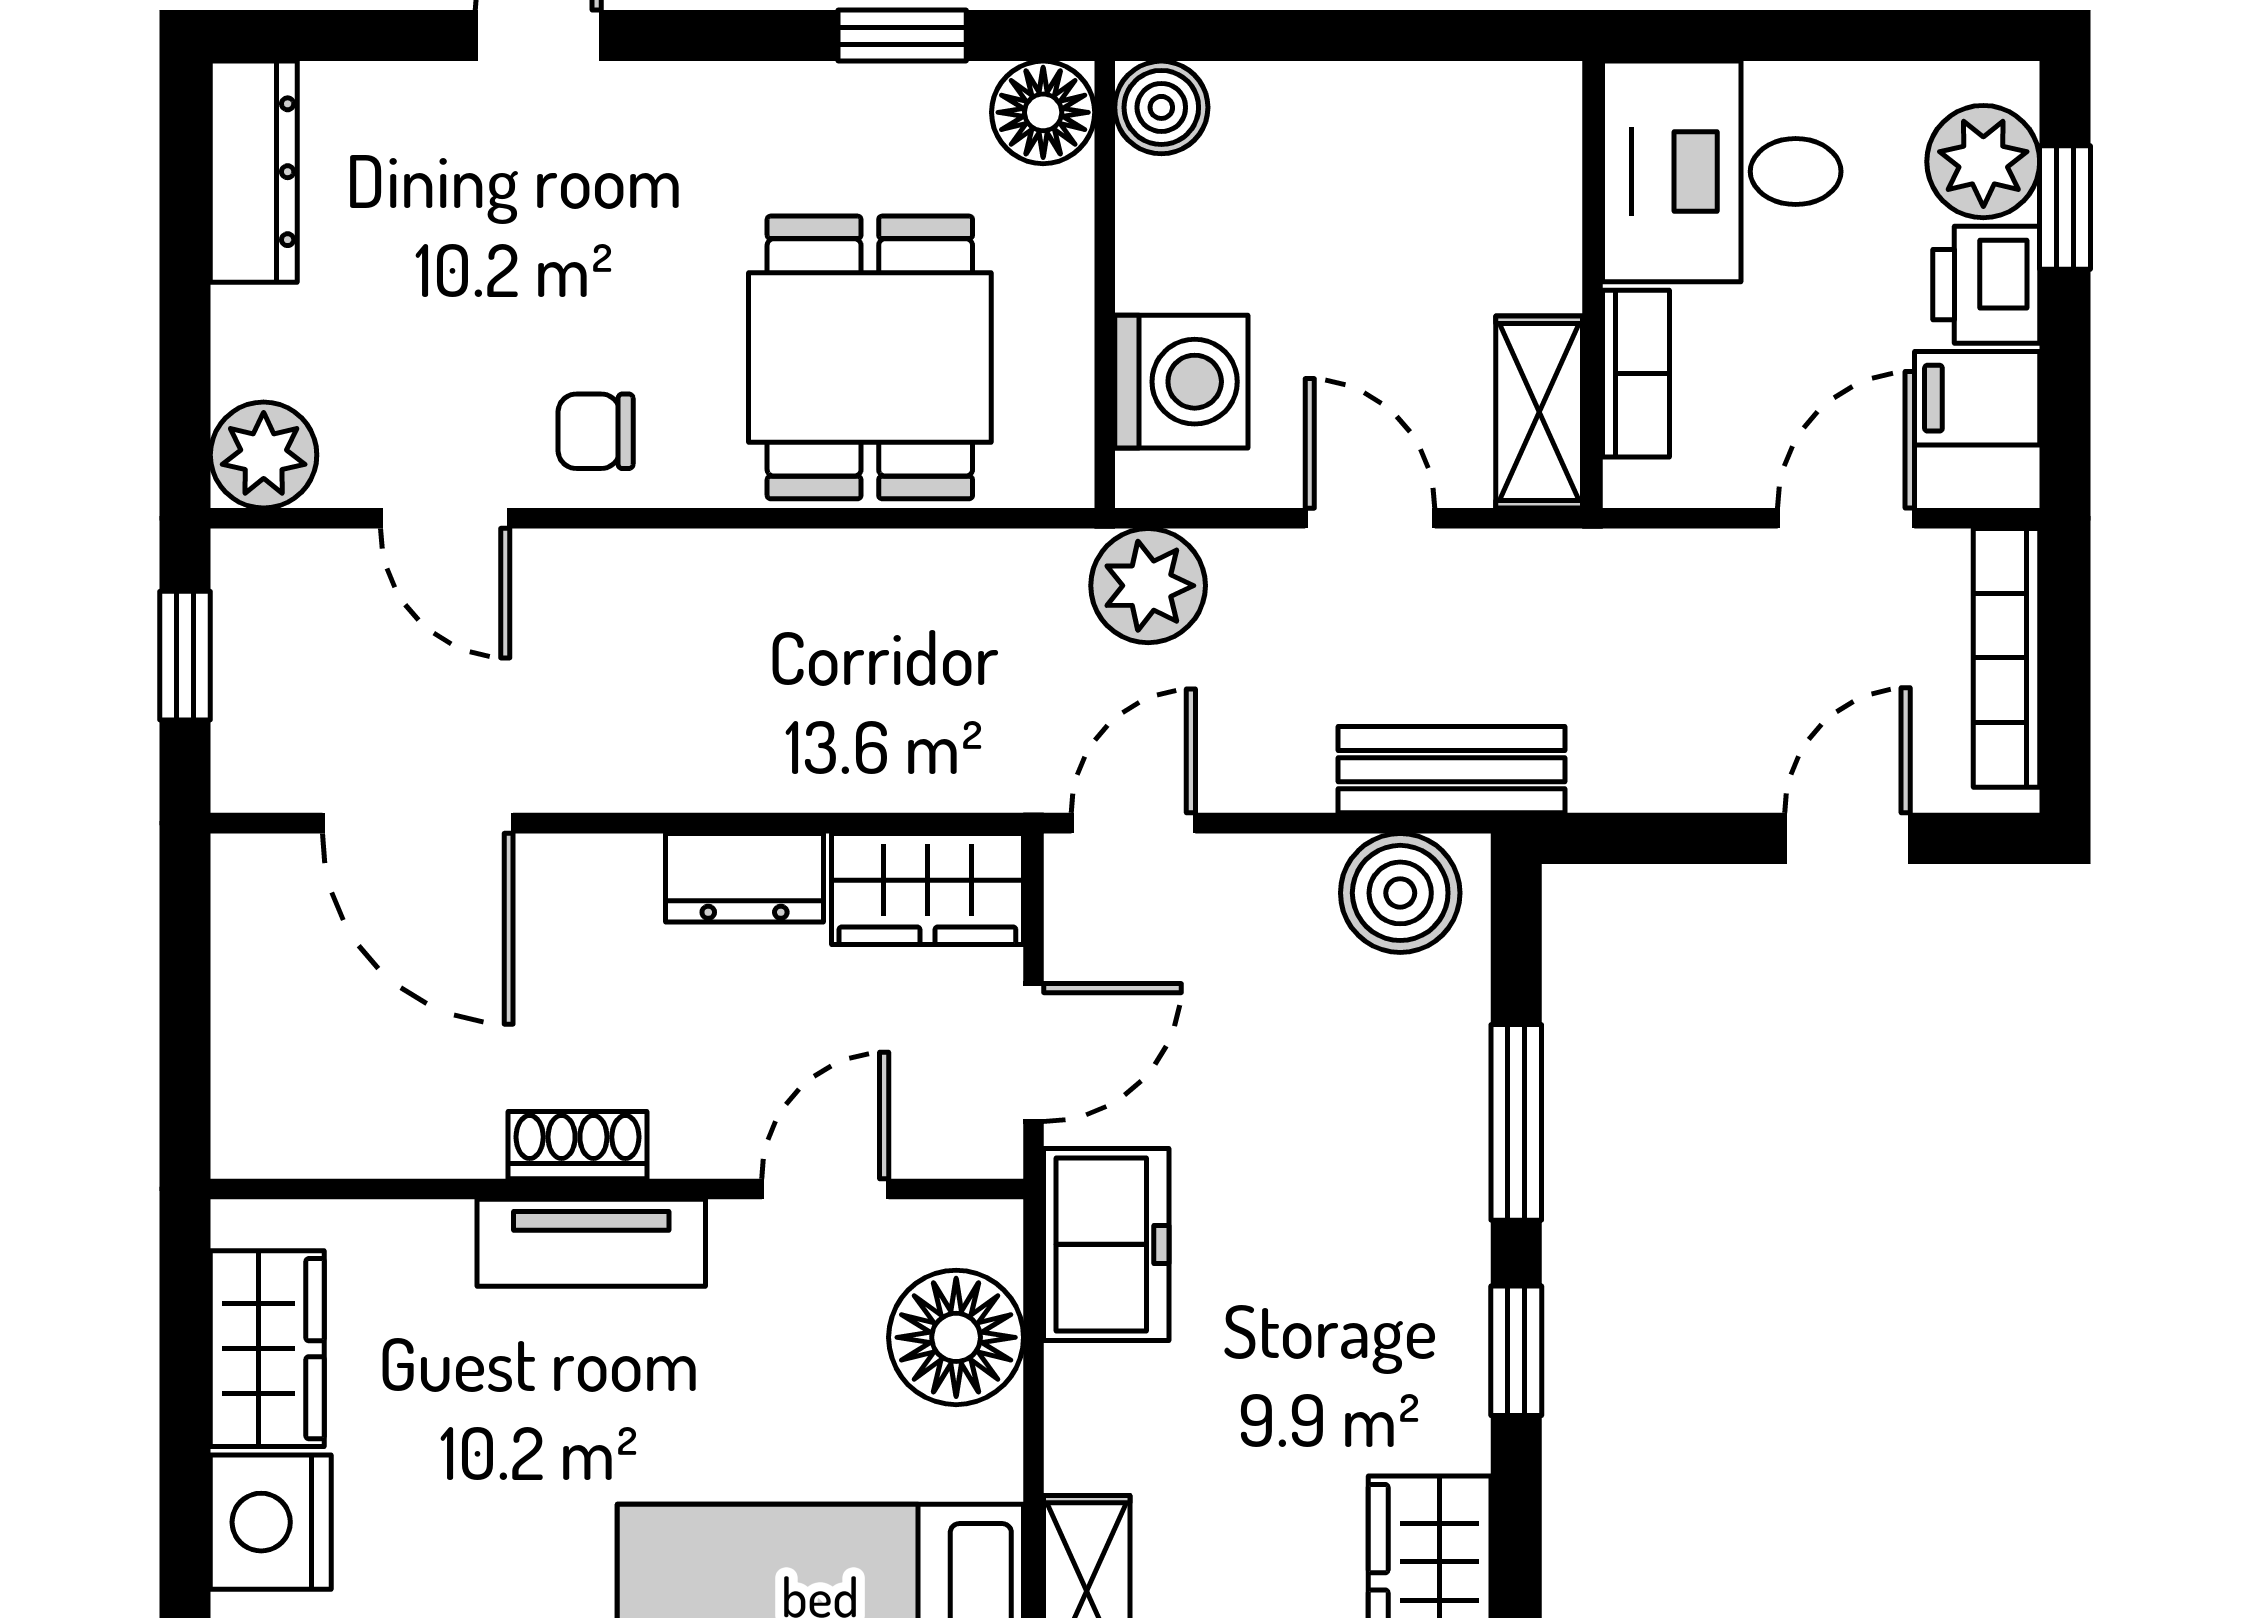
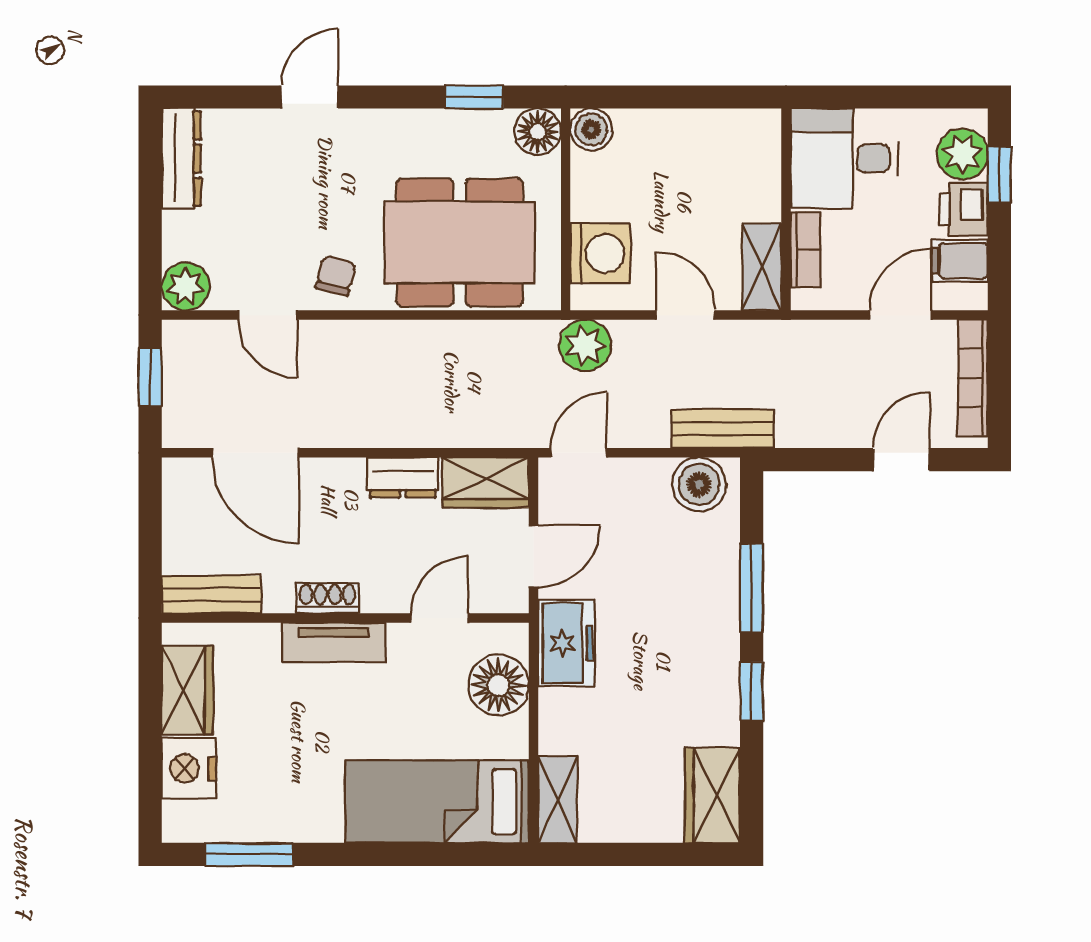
dining table: (870, 357) -> (460, 242), width x1.38
chair: (596, 431) -> (336, 276), turned 104
bench: (320, 1137) -> (211, 594), added

